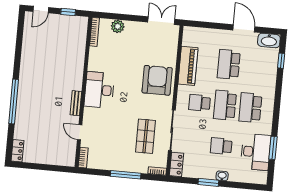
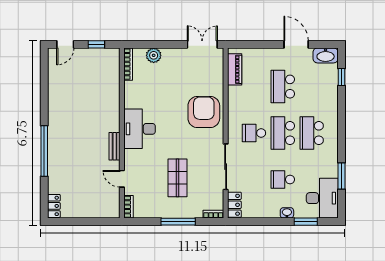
piano: (188, 66) -> (235, 69), moved, width x0.73, depth x0.75
shop shelf: (146, 136) -> (178, 178), moved
desk: (256, 152) -> (322, 198), moved
window: (208, 182) -> (306, 222), moved

